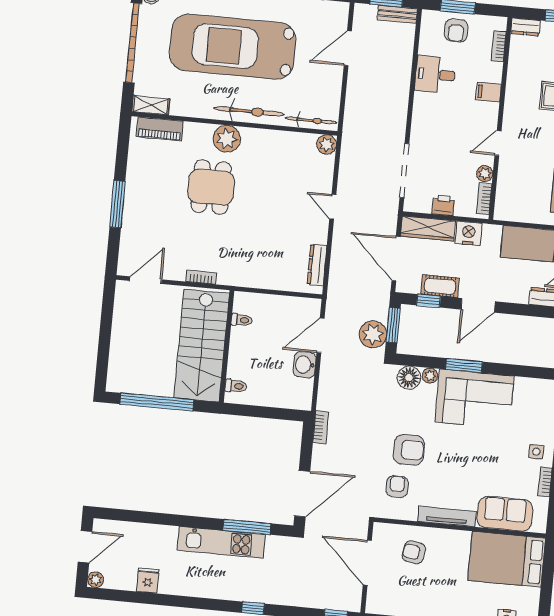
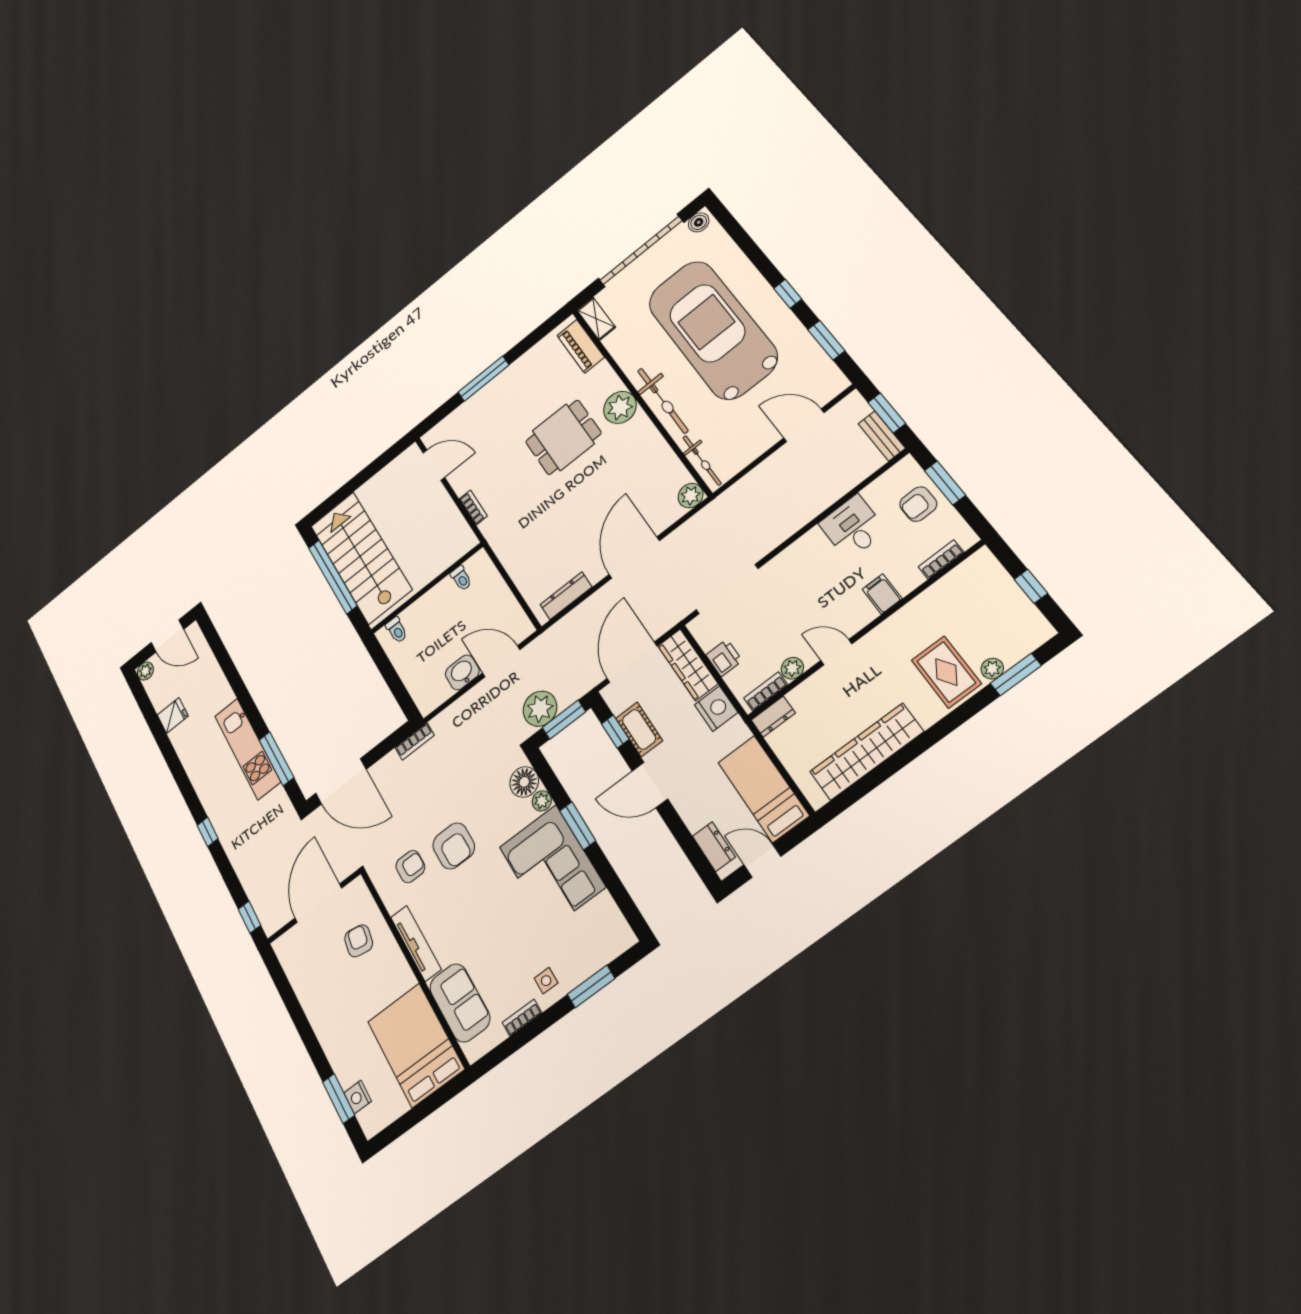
dresser: (526, 27) -> (773, 717), moved, turned -90
door: (333, 207) -> (634, 558), width x1.87
stairs: (202, 346) -> (361, 557), moved, turned 90

